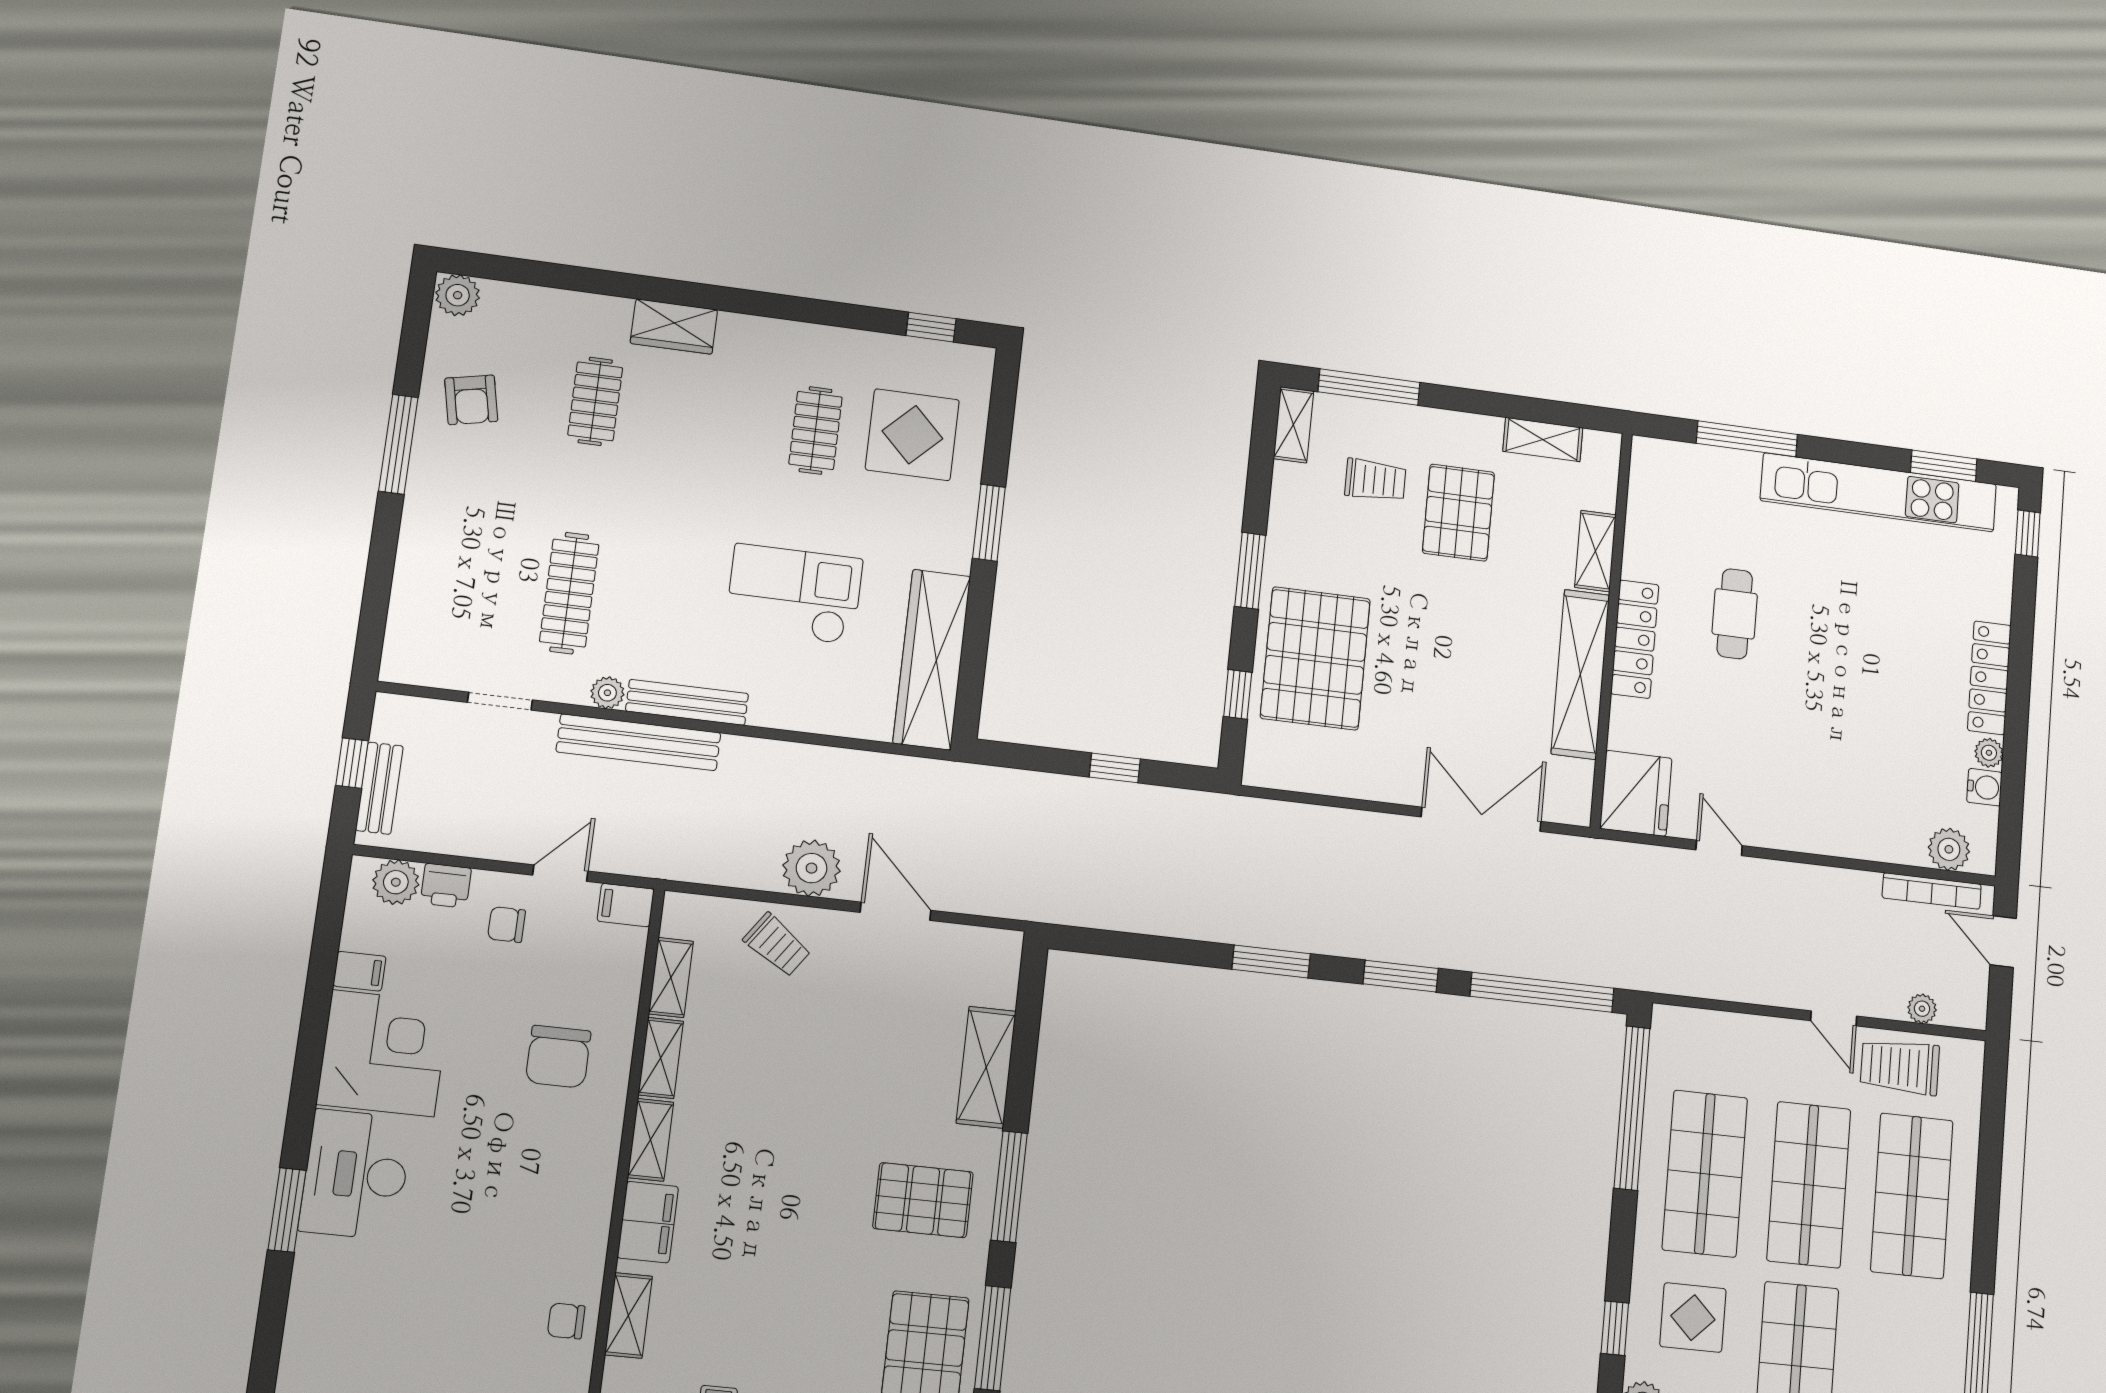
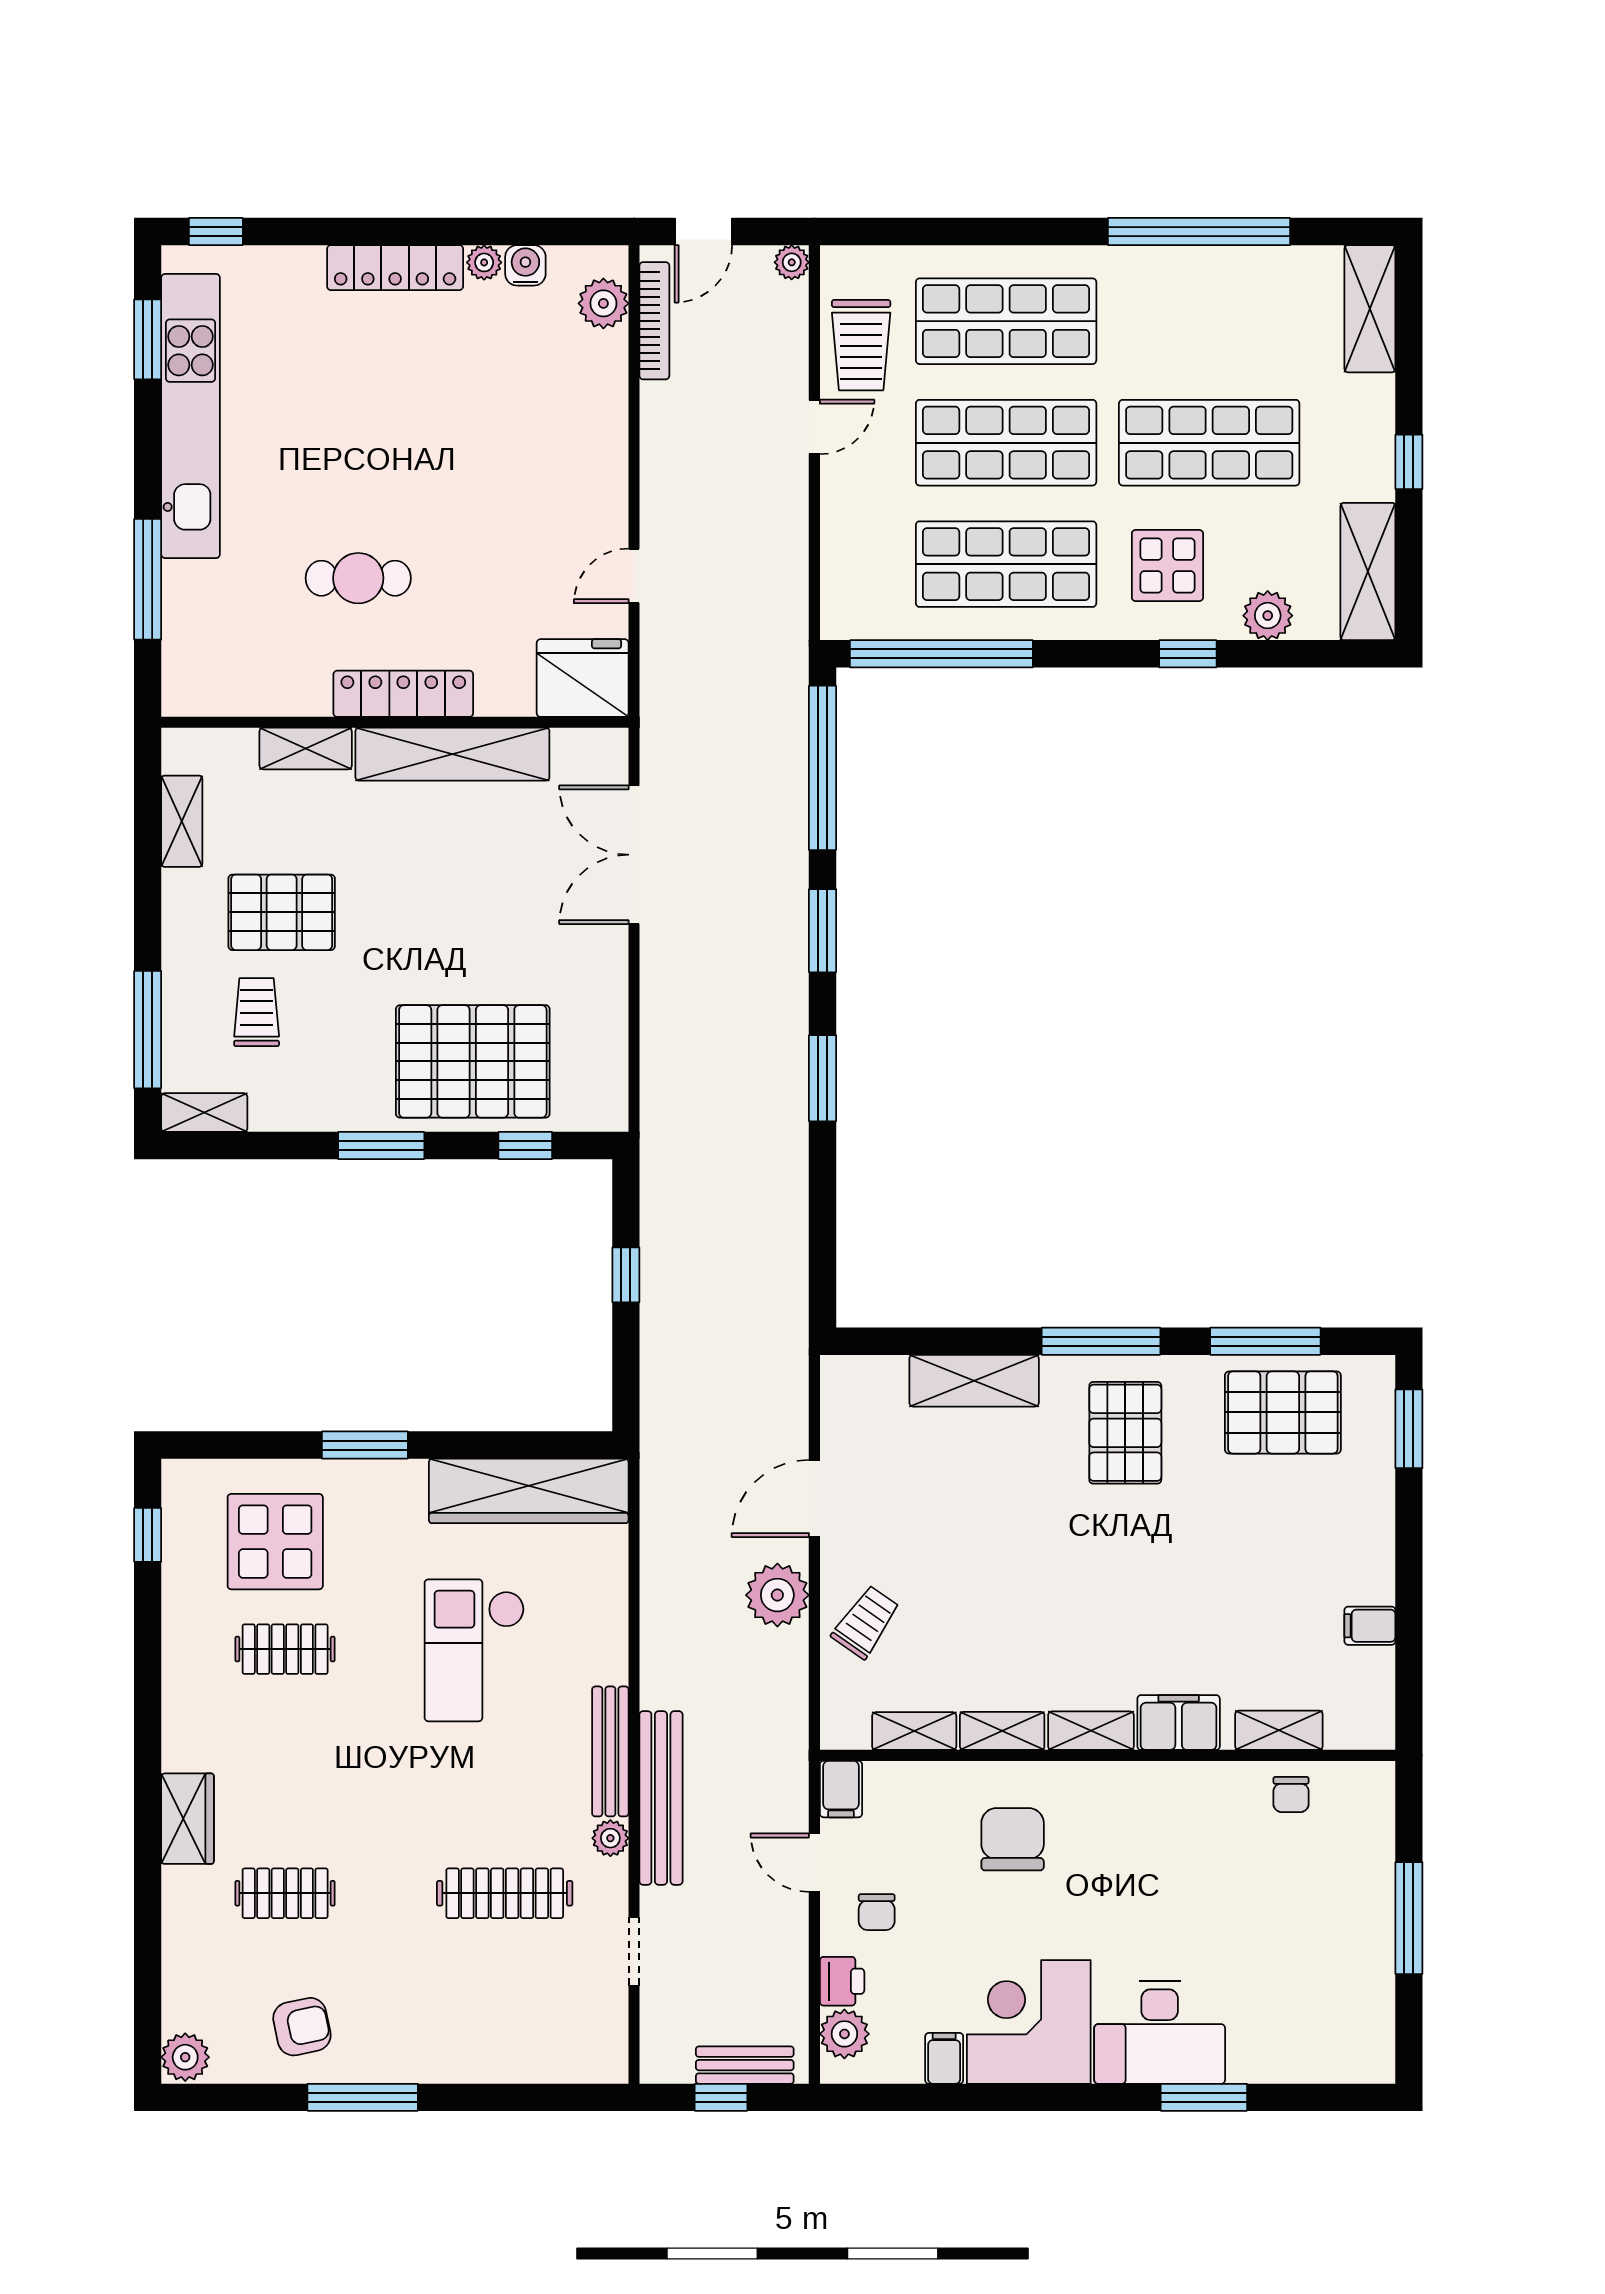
plant: (1922, 1009) -> (792, 262), moved
chair: (558, 1057) -> (1013, 1839), turned -90

